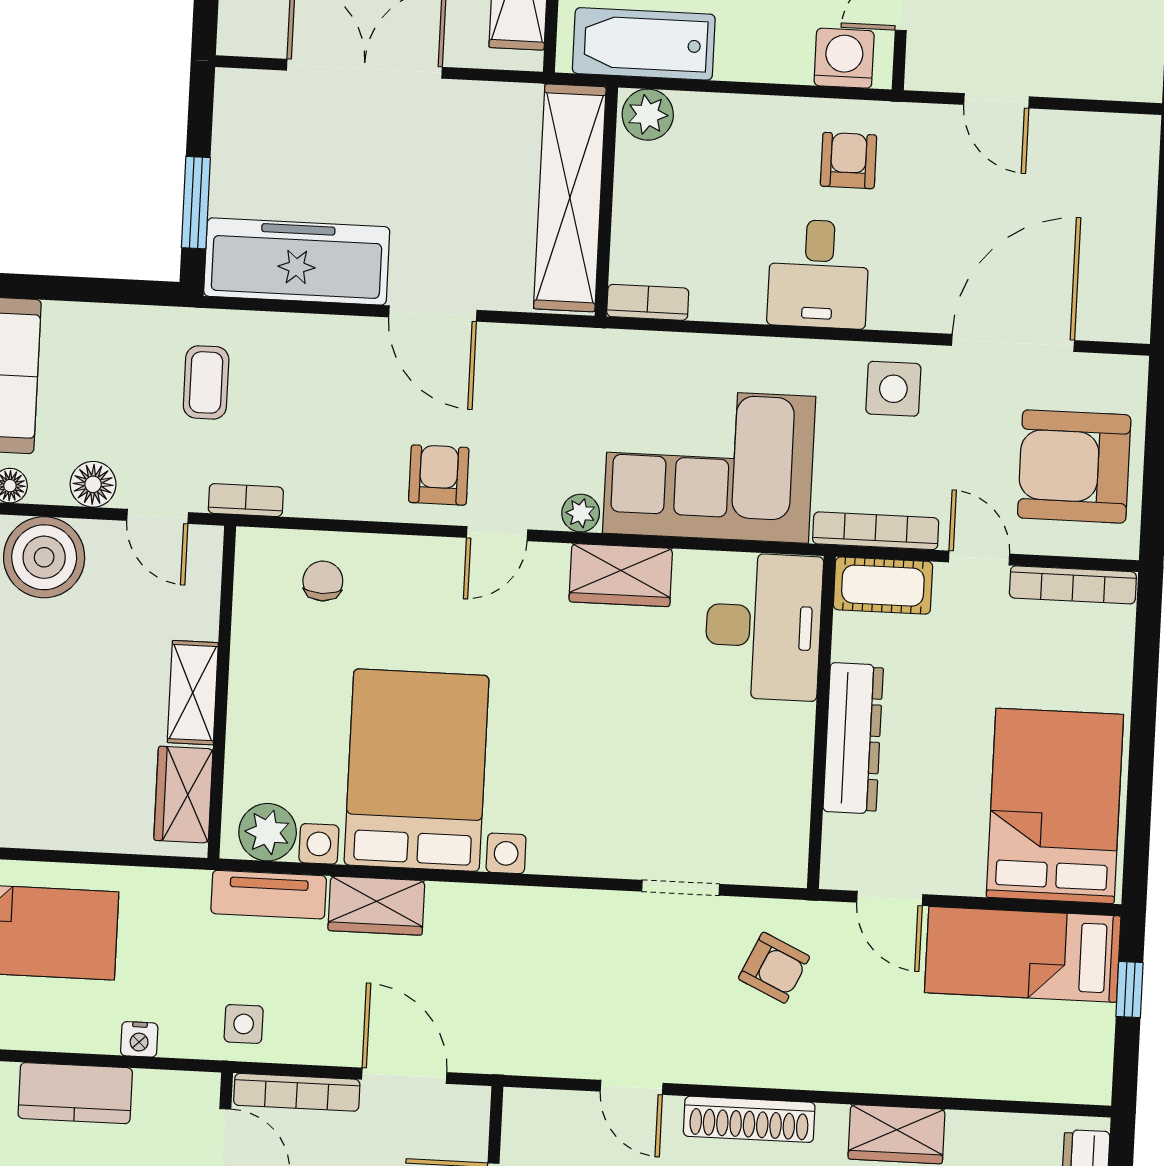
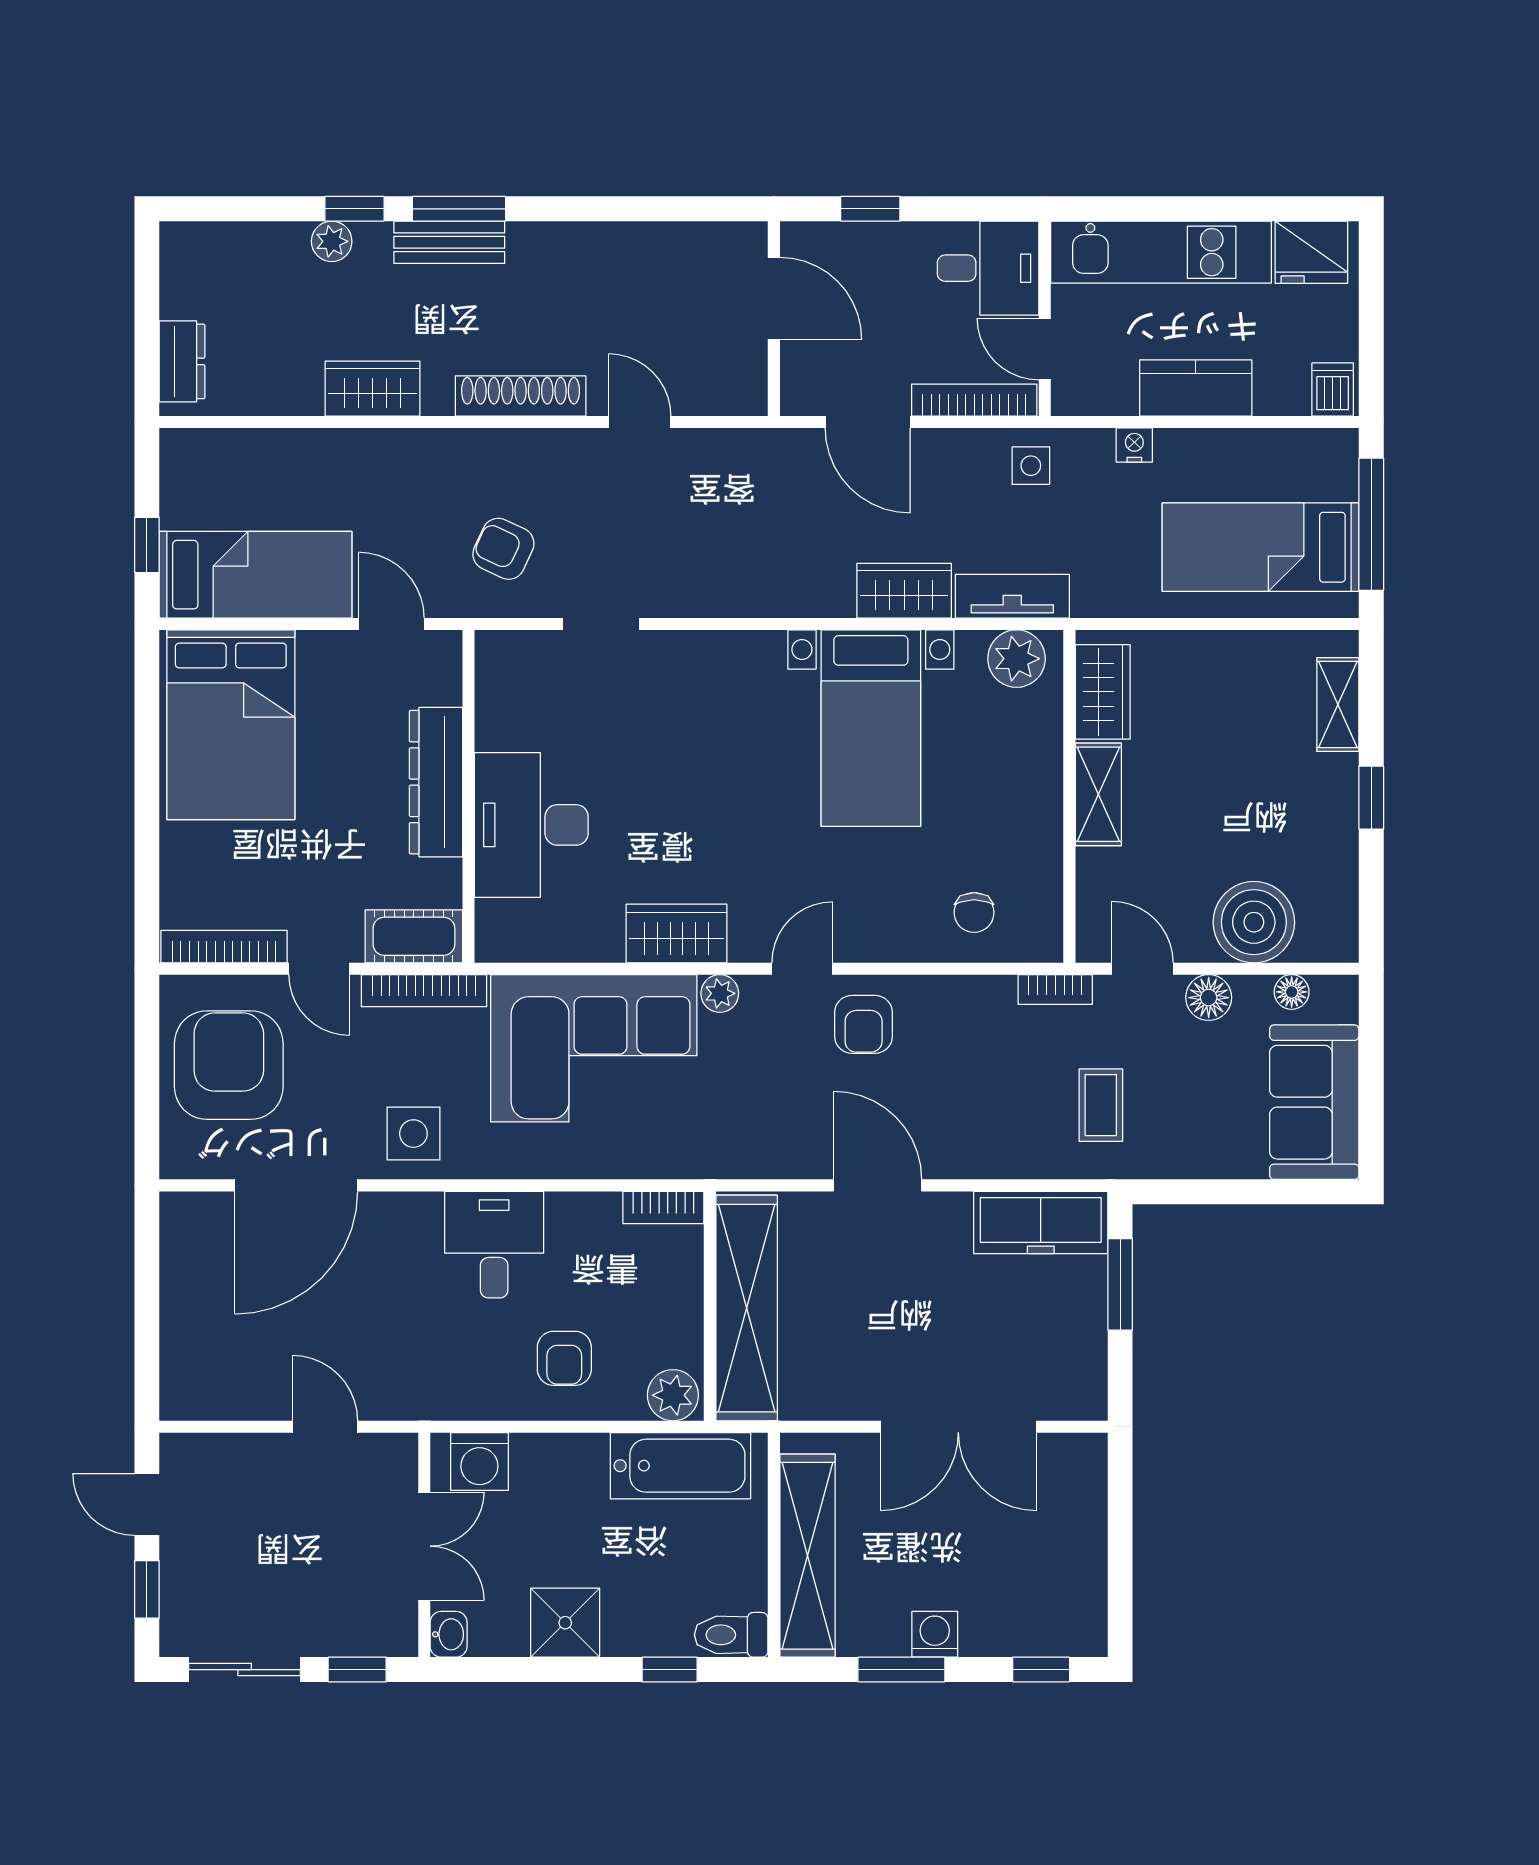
armchair: (849, 161) -> (564, 1358), moved
freezer: (297, 261) -> (1041, 1222), width x0.73, depth x0.79
armchair: (1074, 466) -> (229, 1065), turned -90
desk: (763, 626) -> (531, 825), moved
bed with nightstands: (416, 770) -> (871, 728), width x0.73

